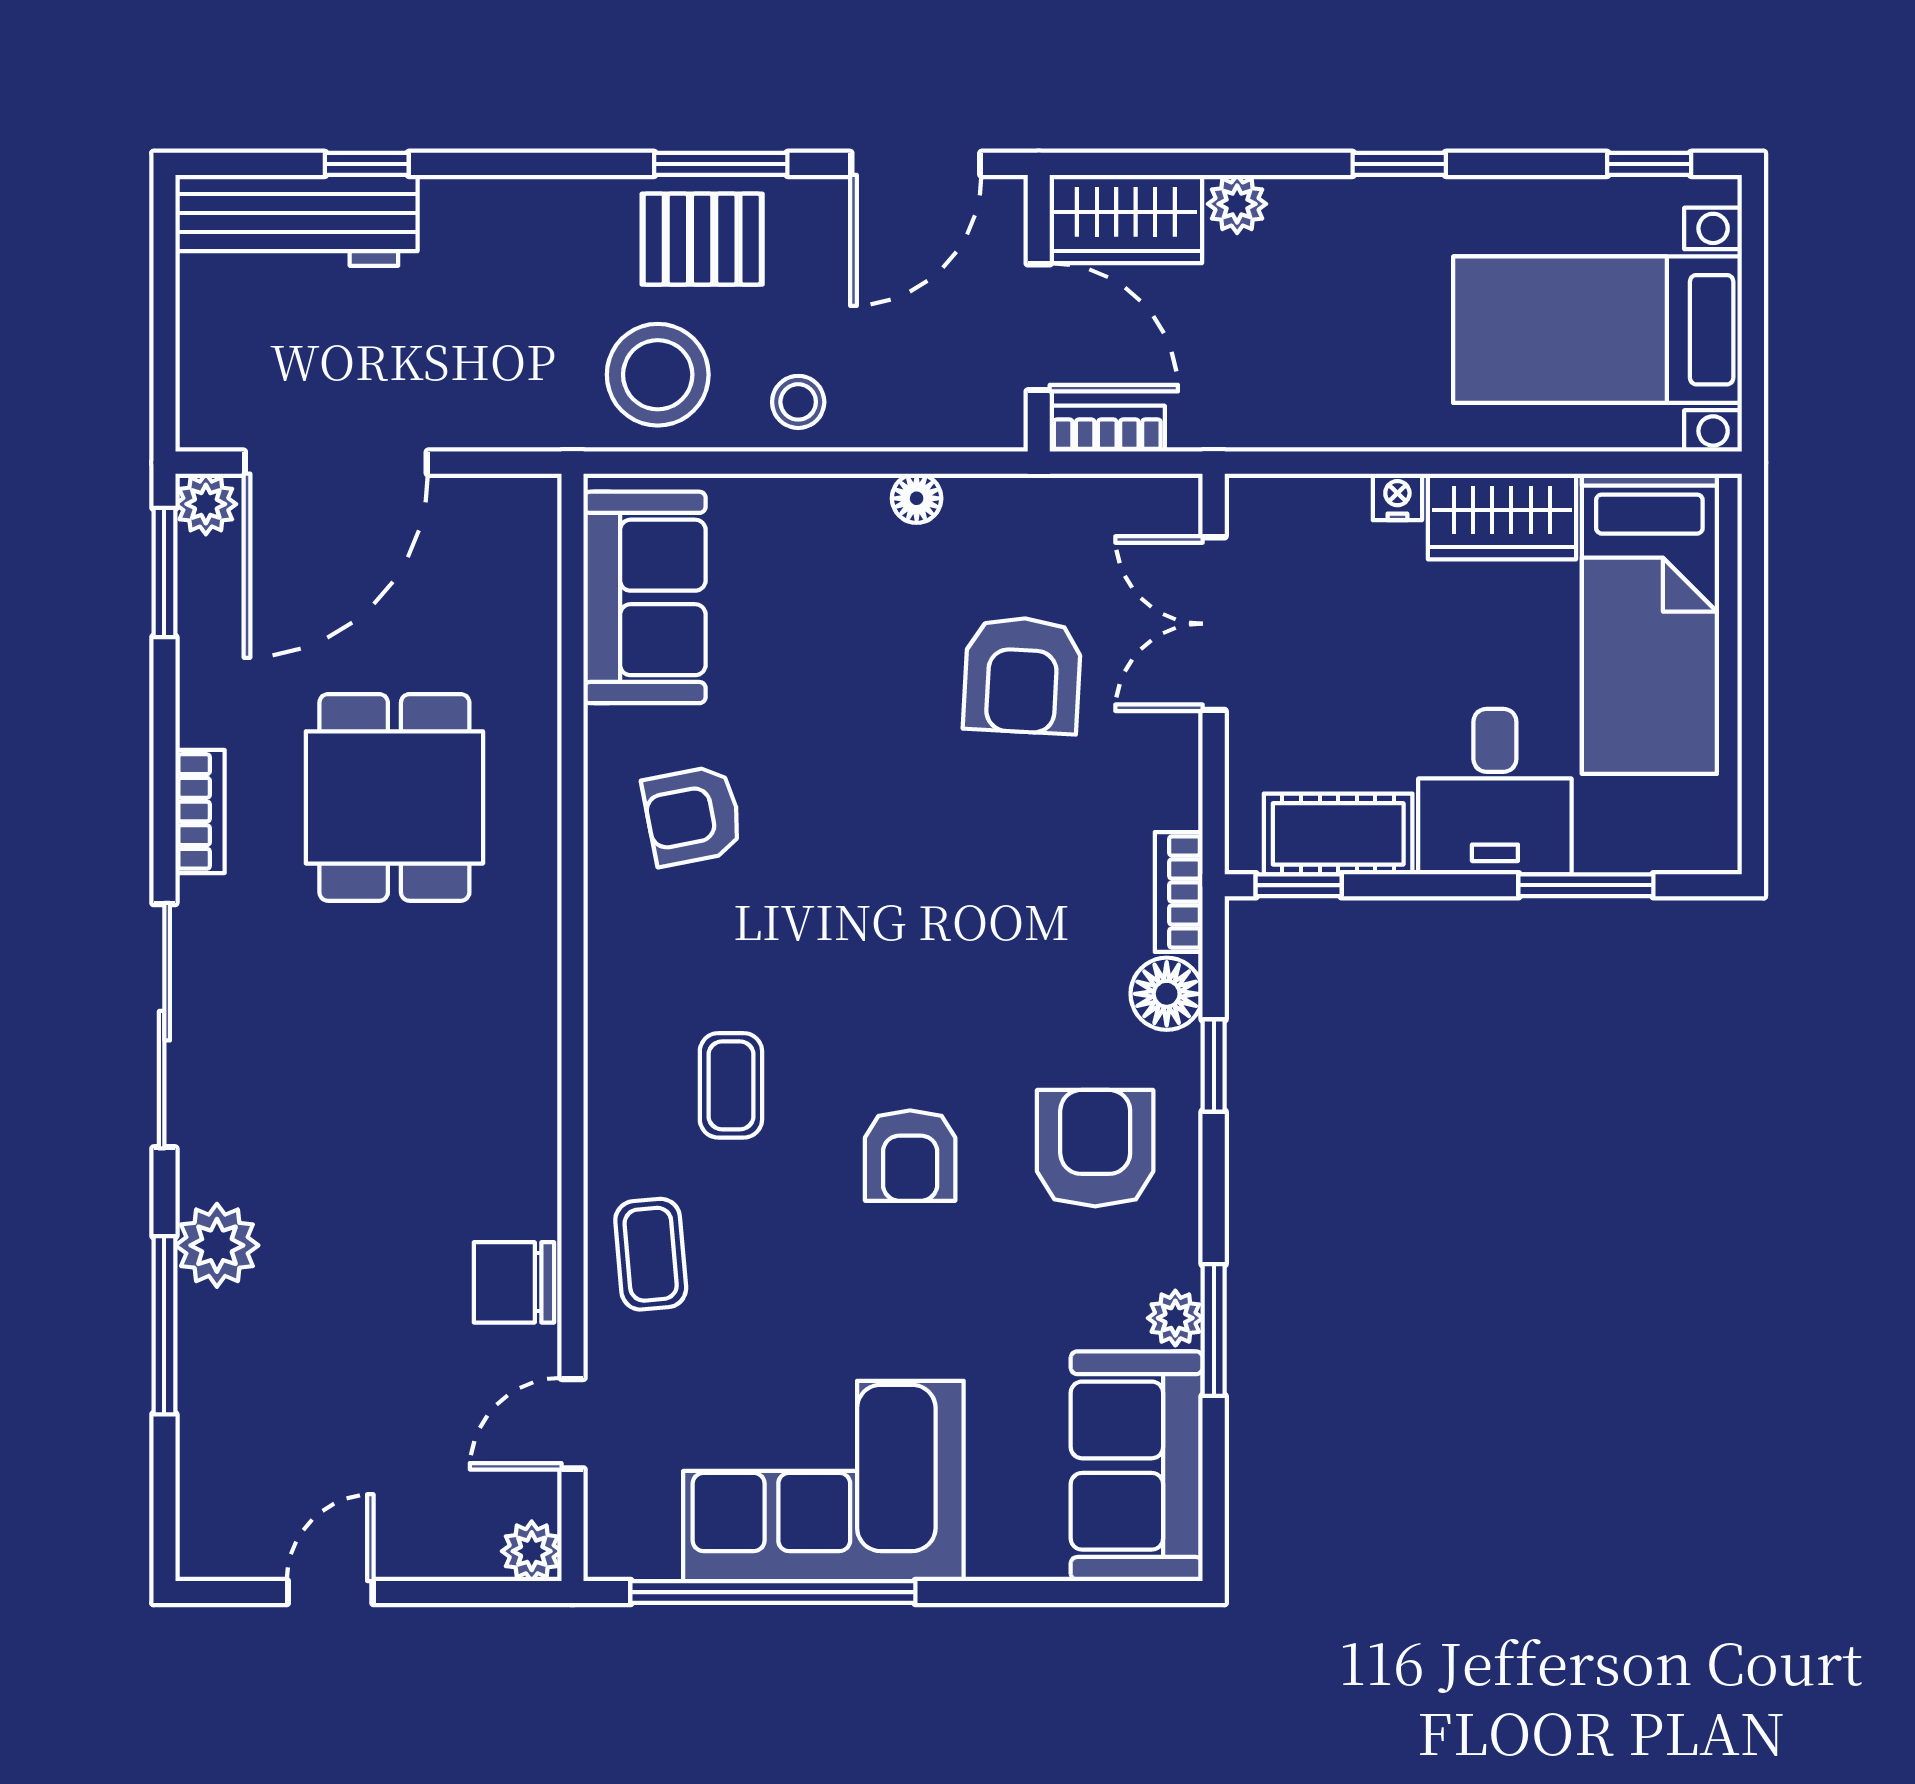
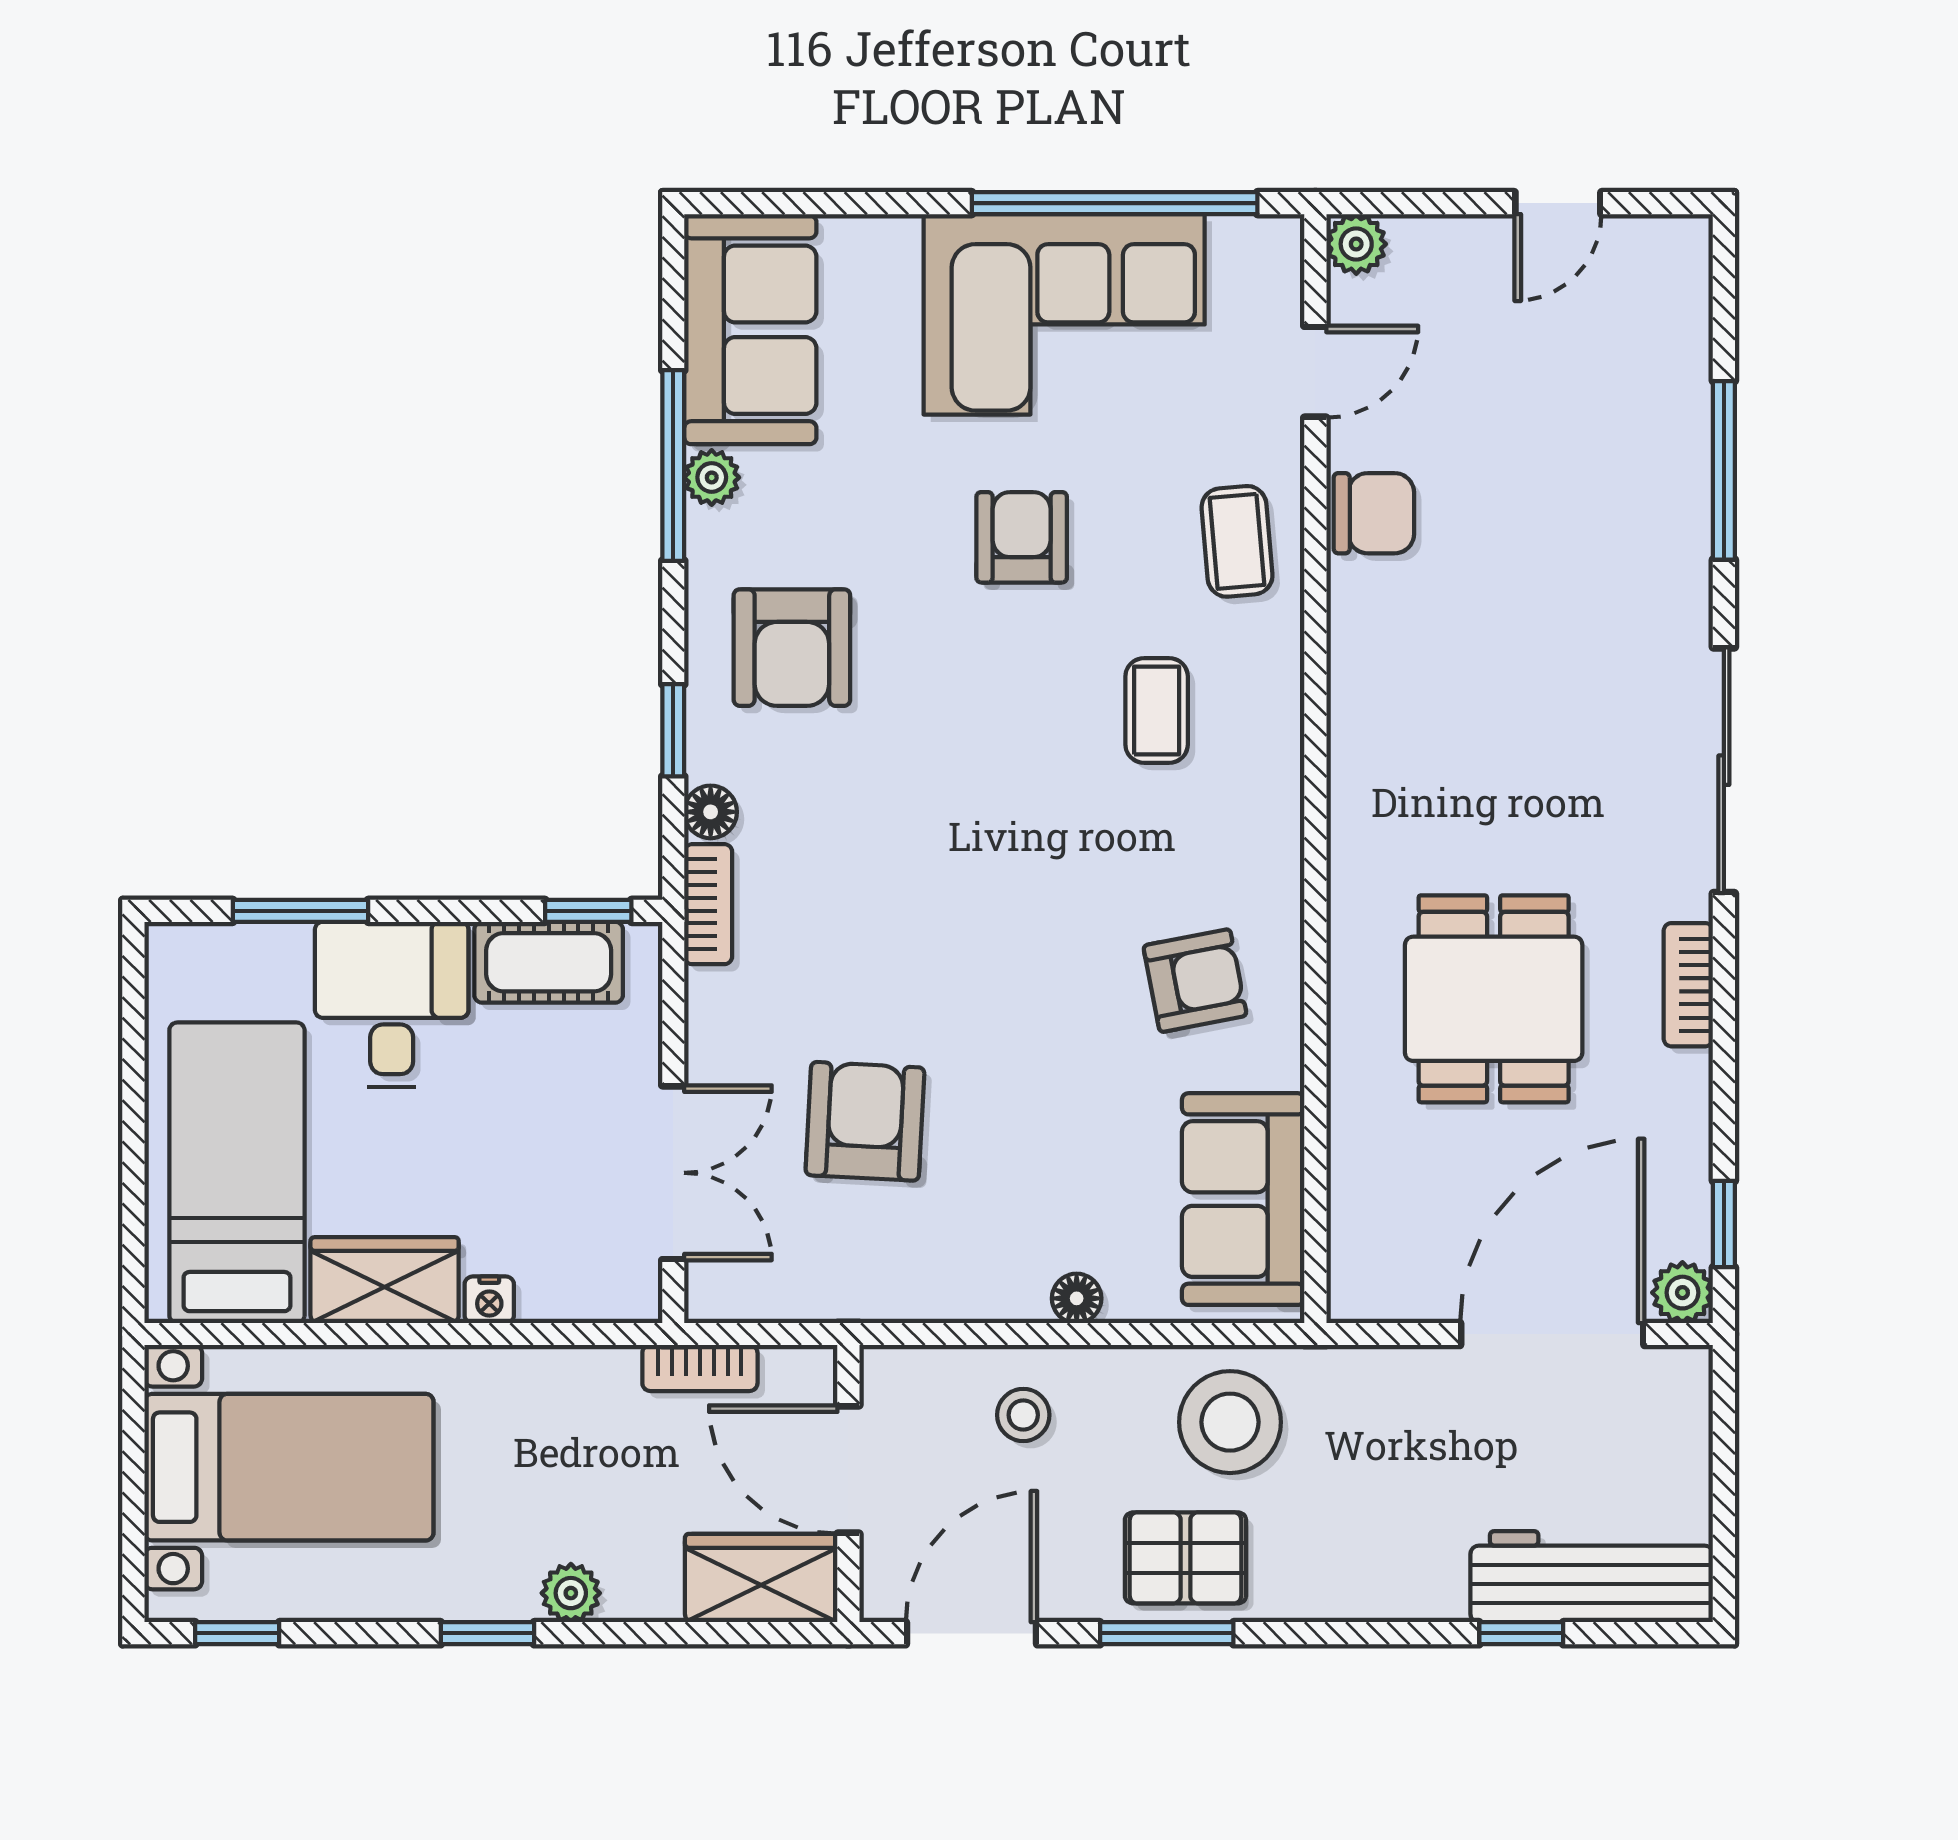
plant: (1237, 204) -> (571, 1593), moved
stool: (798, 402) -> (1023, 1415), moved
bookcase: (1107, 429) -> (700, 1368), moved
floor lamp: (917, 498) -> (1077, 1298), moved
window: (164, 572) -> (1724, 1224), width x0.67
floor lamp: (1167, 994) -> (711, 812), width x0.73, depth x0.73
armchair: (910, 1156) -> (1022, 537), moved
plant: (217, 1245) -> (1671, 550), removed
window: (1214, 1330) -> (673, 465), width x1.44

